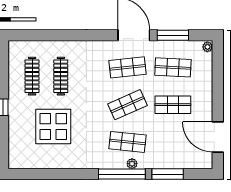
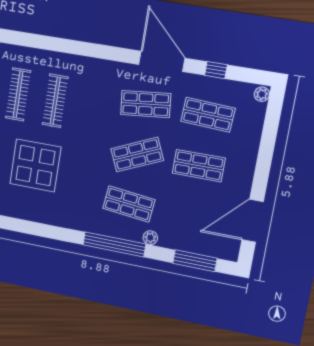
window: (173, 35) -> (216, 70), width x0.46
door: (218, 137) -> (253, 221), hinge flipped
plant: (132, 164) -> (150, 238), moved
window: (168, 174) -> (195, 261), moved

